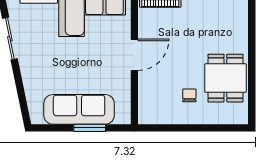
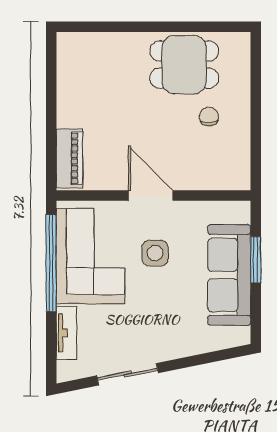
side table: (94, 58) -> (155, 253), added
chair: (189, 95) -> (209, 117), turned 90

